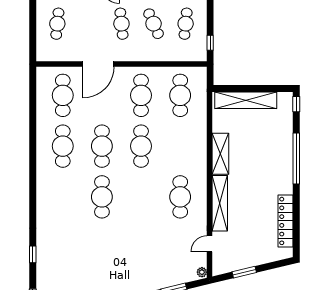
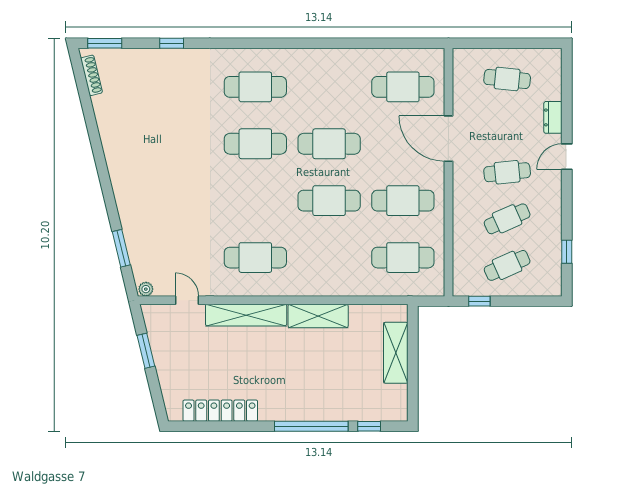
cafe table: (186, 24) -> (507, 265), turned -30
shelving: (246, 100) -> (396, 353), width x0.68
window: (296, 104) -> (369, 426), moved
cafe table: (63, 146) -> (255, 87), moved

